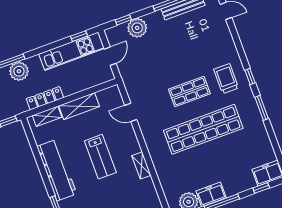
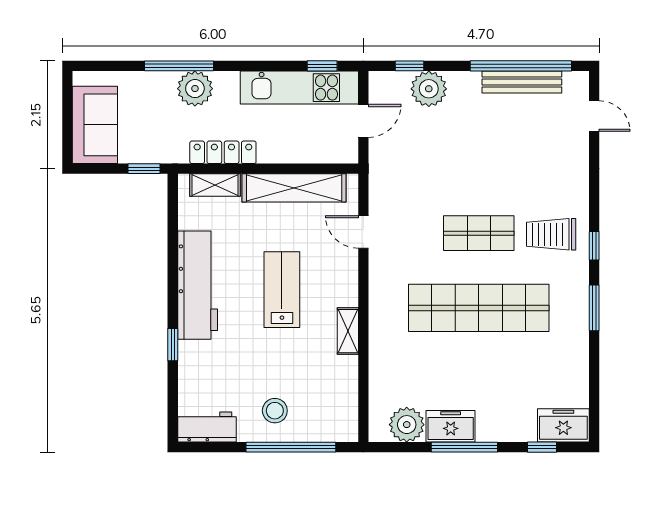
trolley: (226, 79) -> (551, 234), turned -90
shelving: (79, 106) -> (294, 188), width x1.47
lab bench: (100, 157) -> (282, 290), turned 180

